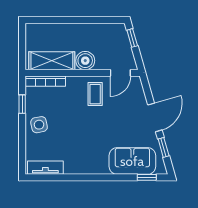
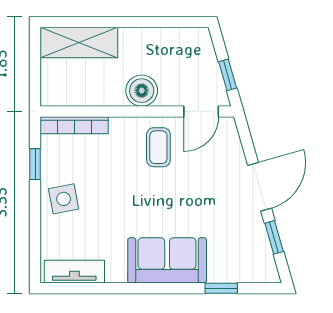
window: (132, 38) -> (228, 75), moved
shelving: (52, 61) -> (79, 42), moved
sofa: (132, 161) -> (167, 260), moved
window: (147, 177) -> (221, 288), moved

